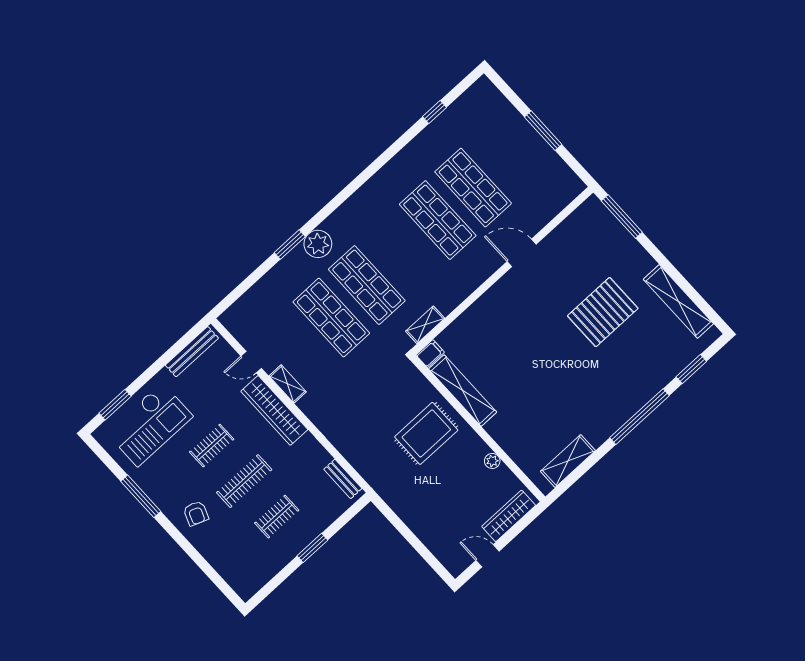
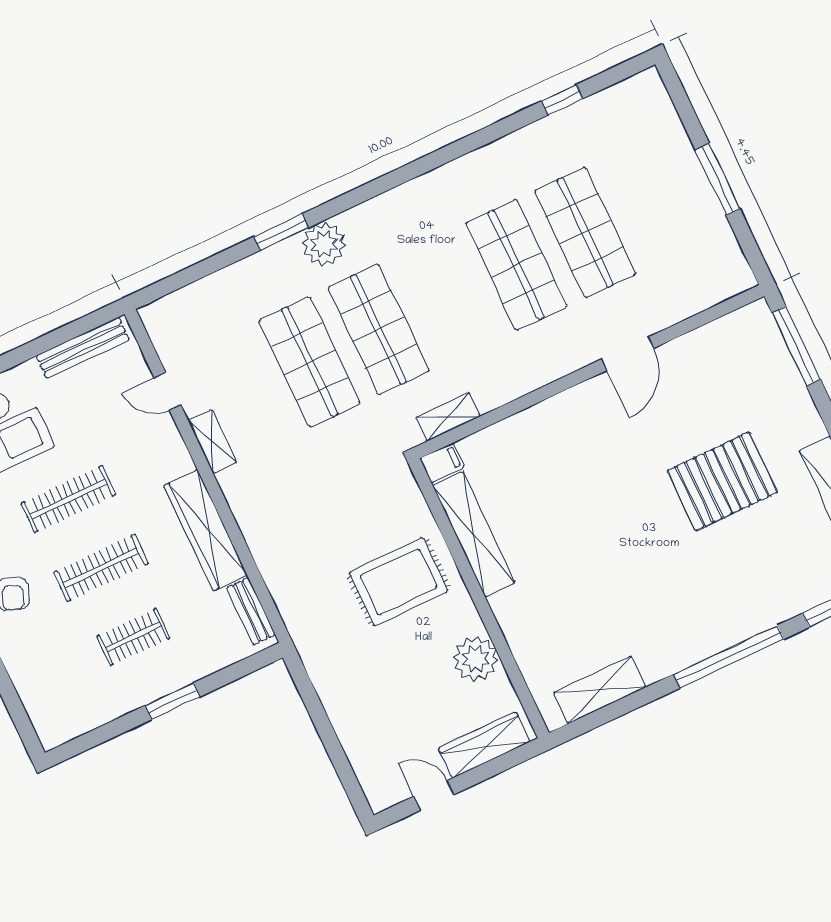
door: (522, 253) -> (628, 354), swing flipped
wardrobe: (274, 410) -> (205, 530), moved
clothes rail: (212, 446) -> (68, 499), width x1.36
plant: (492, 461) -> (476, 659), width x1.87, depth x1.87

